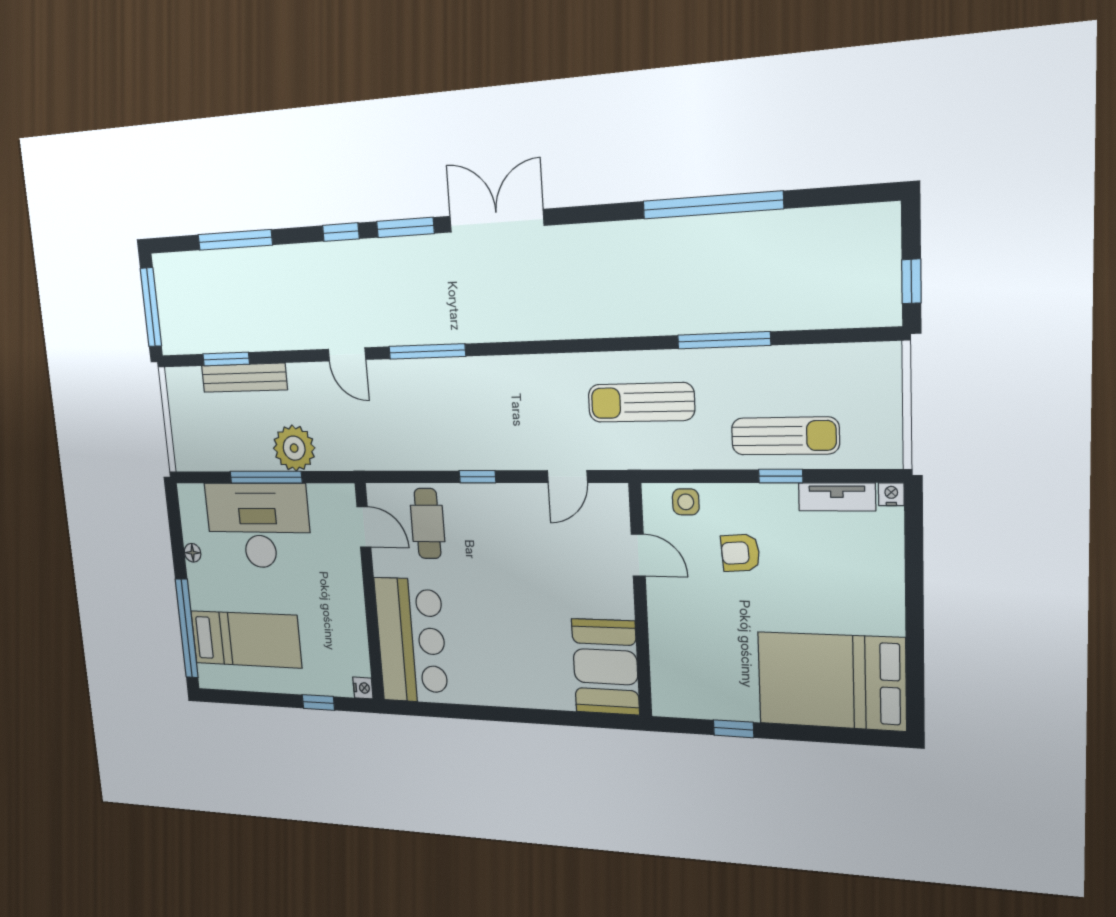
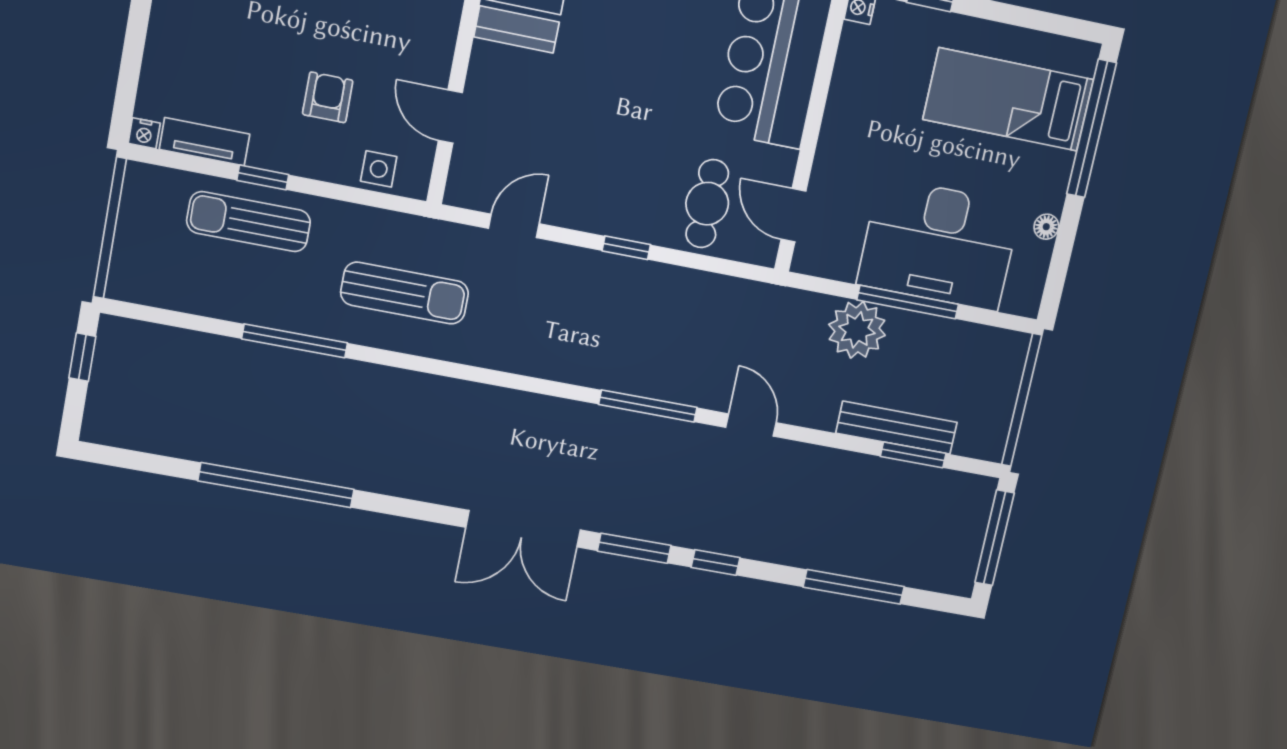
armchair: (740, 553) -> (328, 97), turned -86

